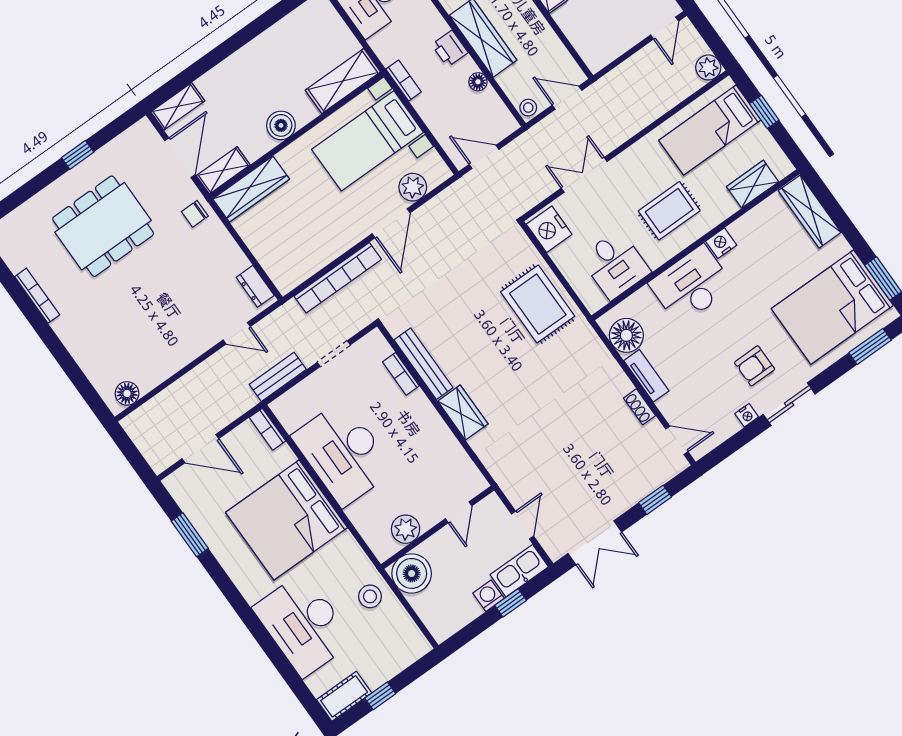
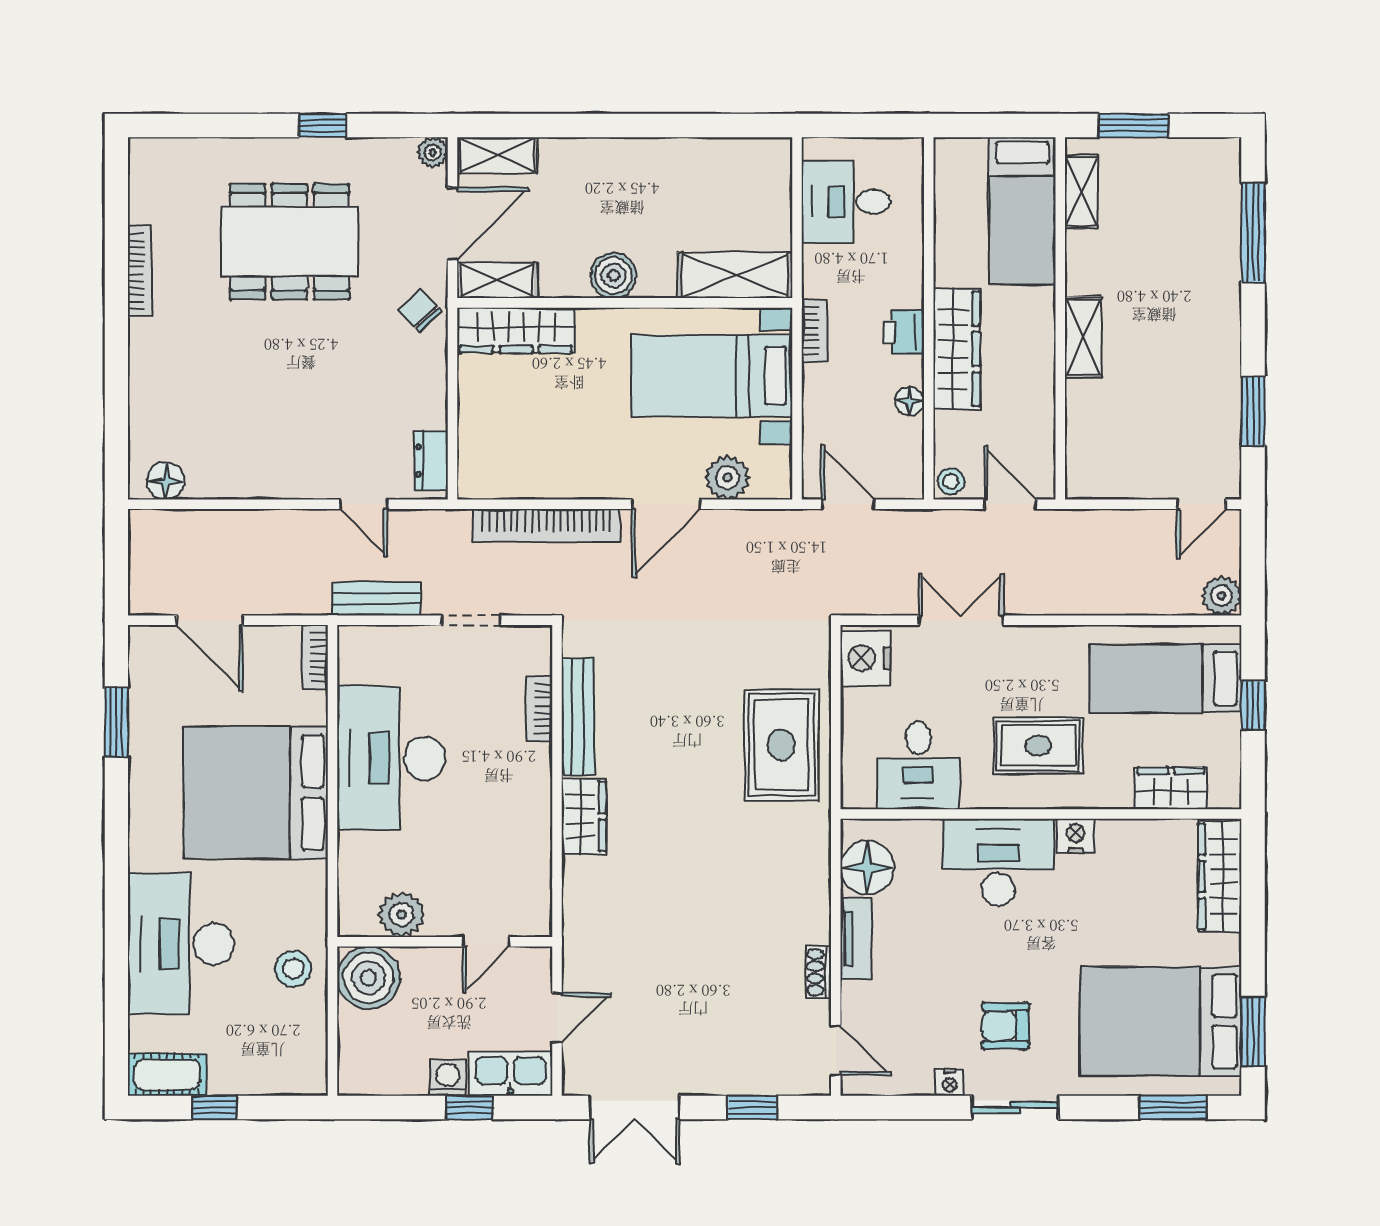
plant: (144, 128) -> (433, 152), added
chair: (195, 214) -> (420, 310), turned 48

